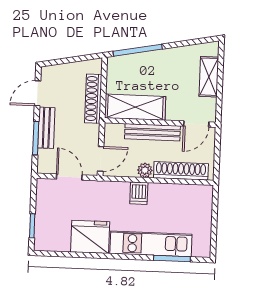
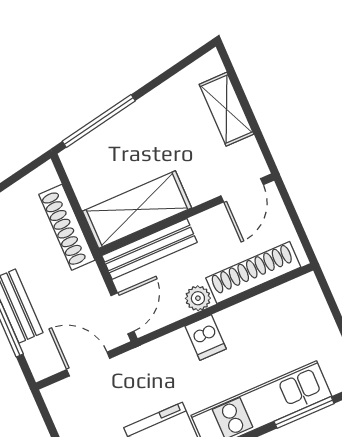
bench: (152, 132) -> (150, 249), moved

